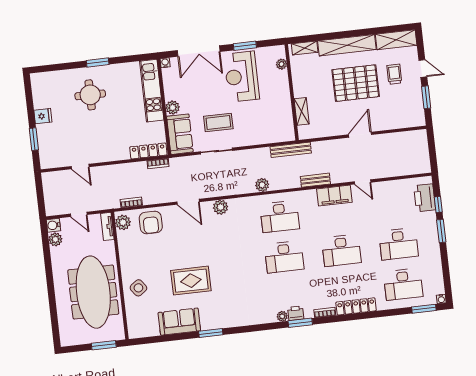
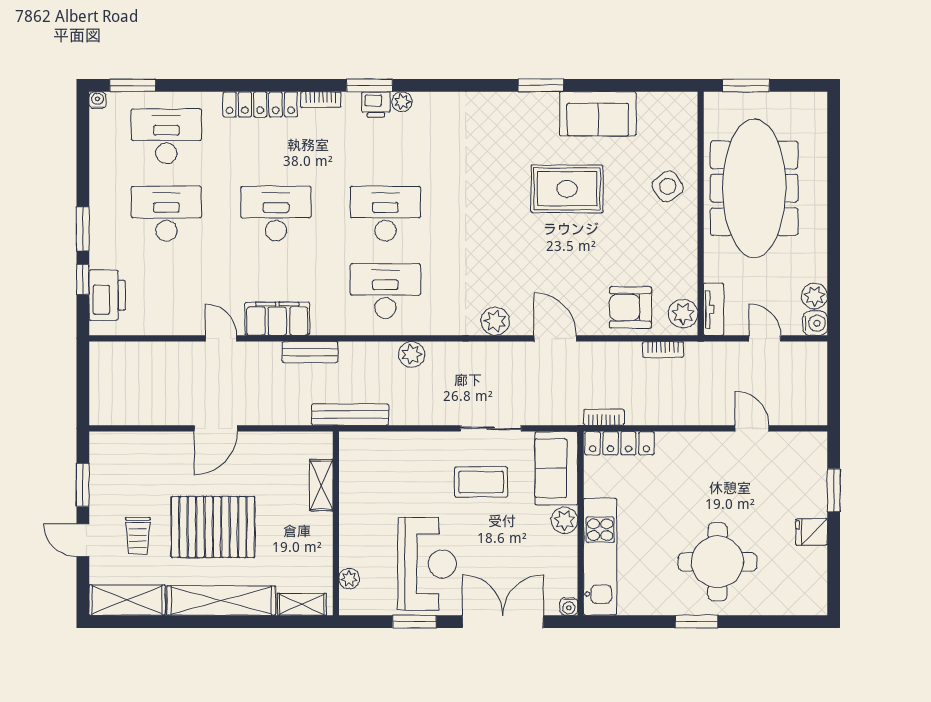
round table: (90, 95) -> (718, 562), width x1.36, depth x1.36
armchair: (151, 223) -> (630, 307), turned -90

